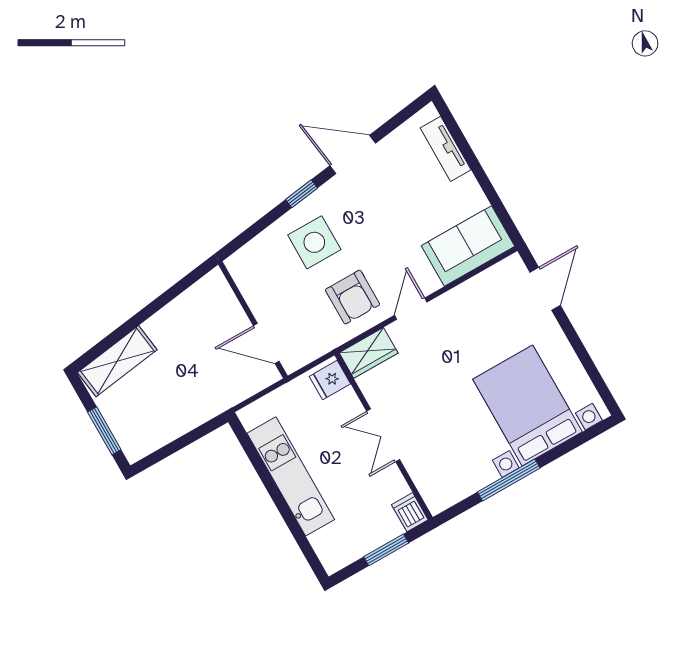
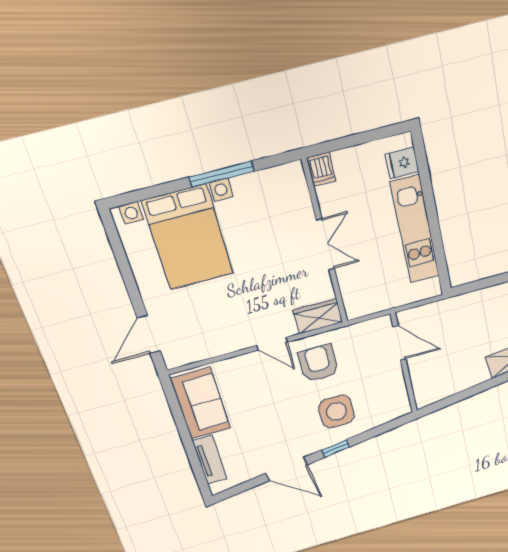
sofa: (468, 246) -> (201, 404), moved, turned -90
door: (411, 309) -> (272, 344), hinge flipped
fridge: (330, 380) -> (402, 163), moved, turned 180
window: (386, 550) -> (352, 140), removed

